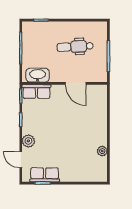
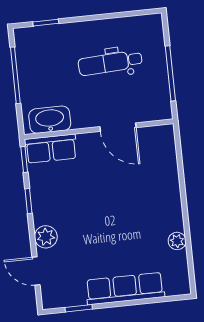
row of seats: (45, 175) -> (125, 289), moved, width x1.48

